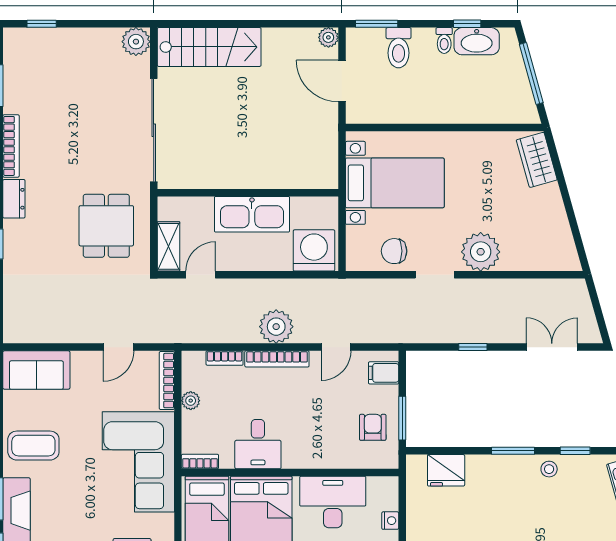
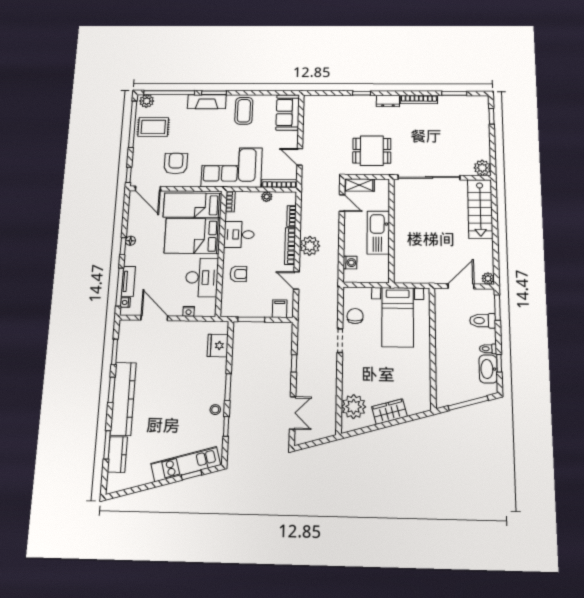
wardrobe: (537, 160) -> (389, 412), moved
washing machine: (314, 250) -> (350, 263), width x0.53, depth x0.53
plant: (481, 252) -> (354, 407), moved
armchair: (373, 427) -> (238, 274), moved

